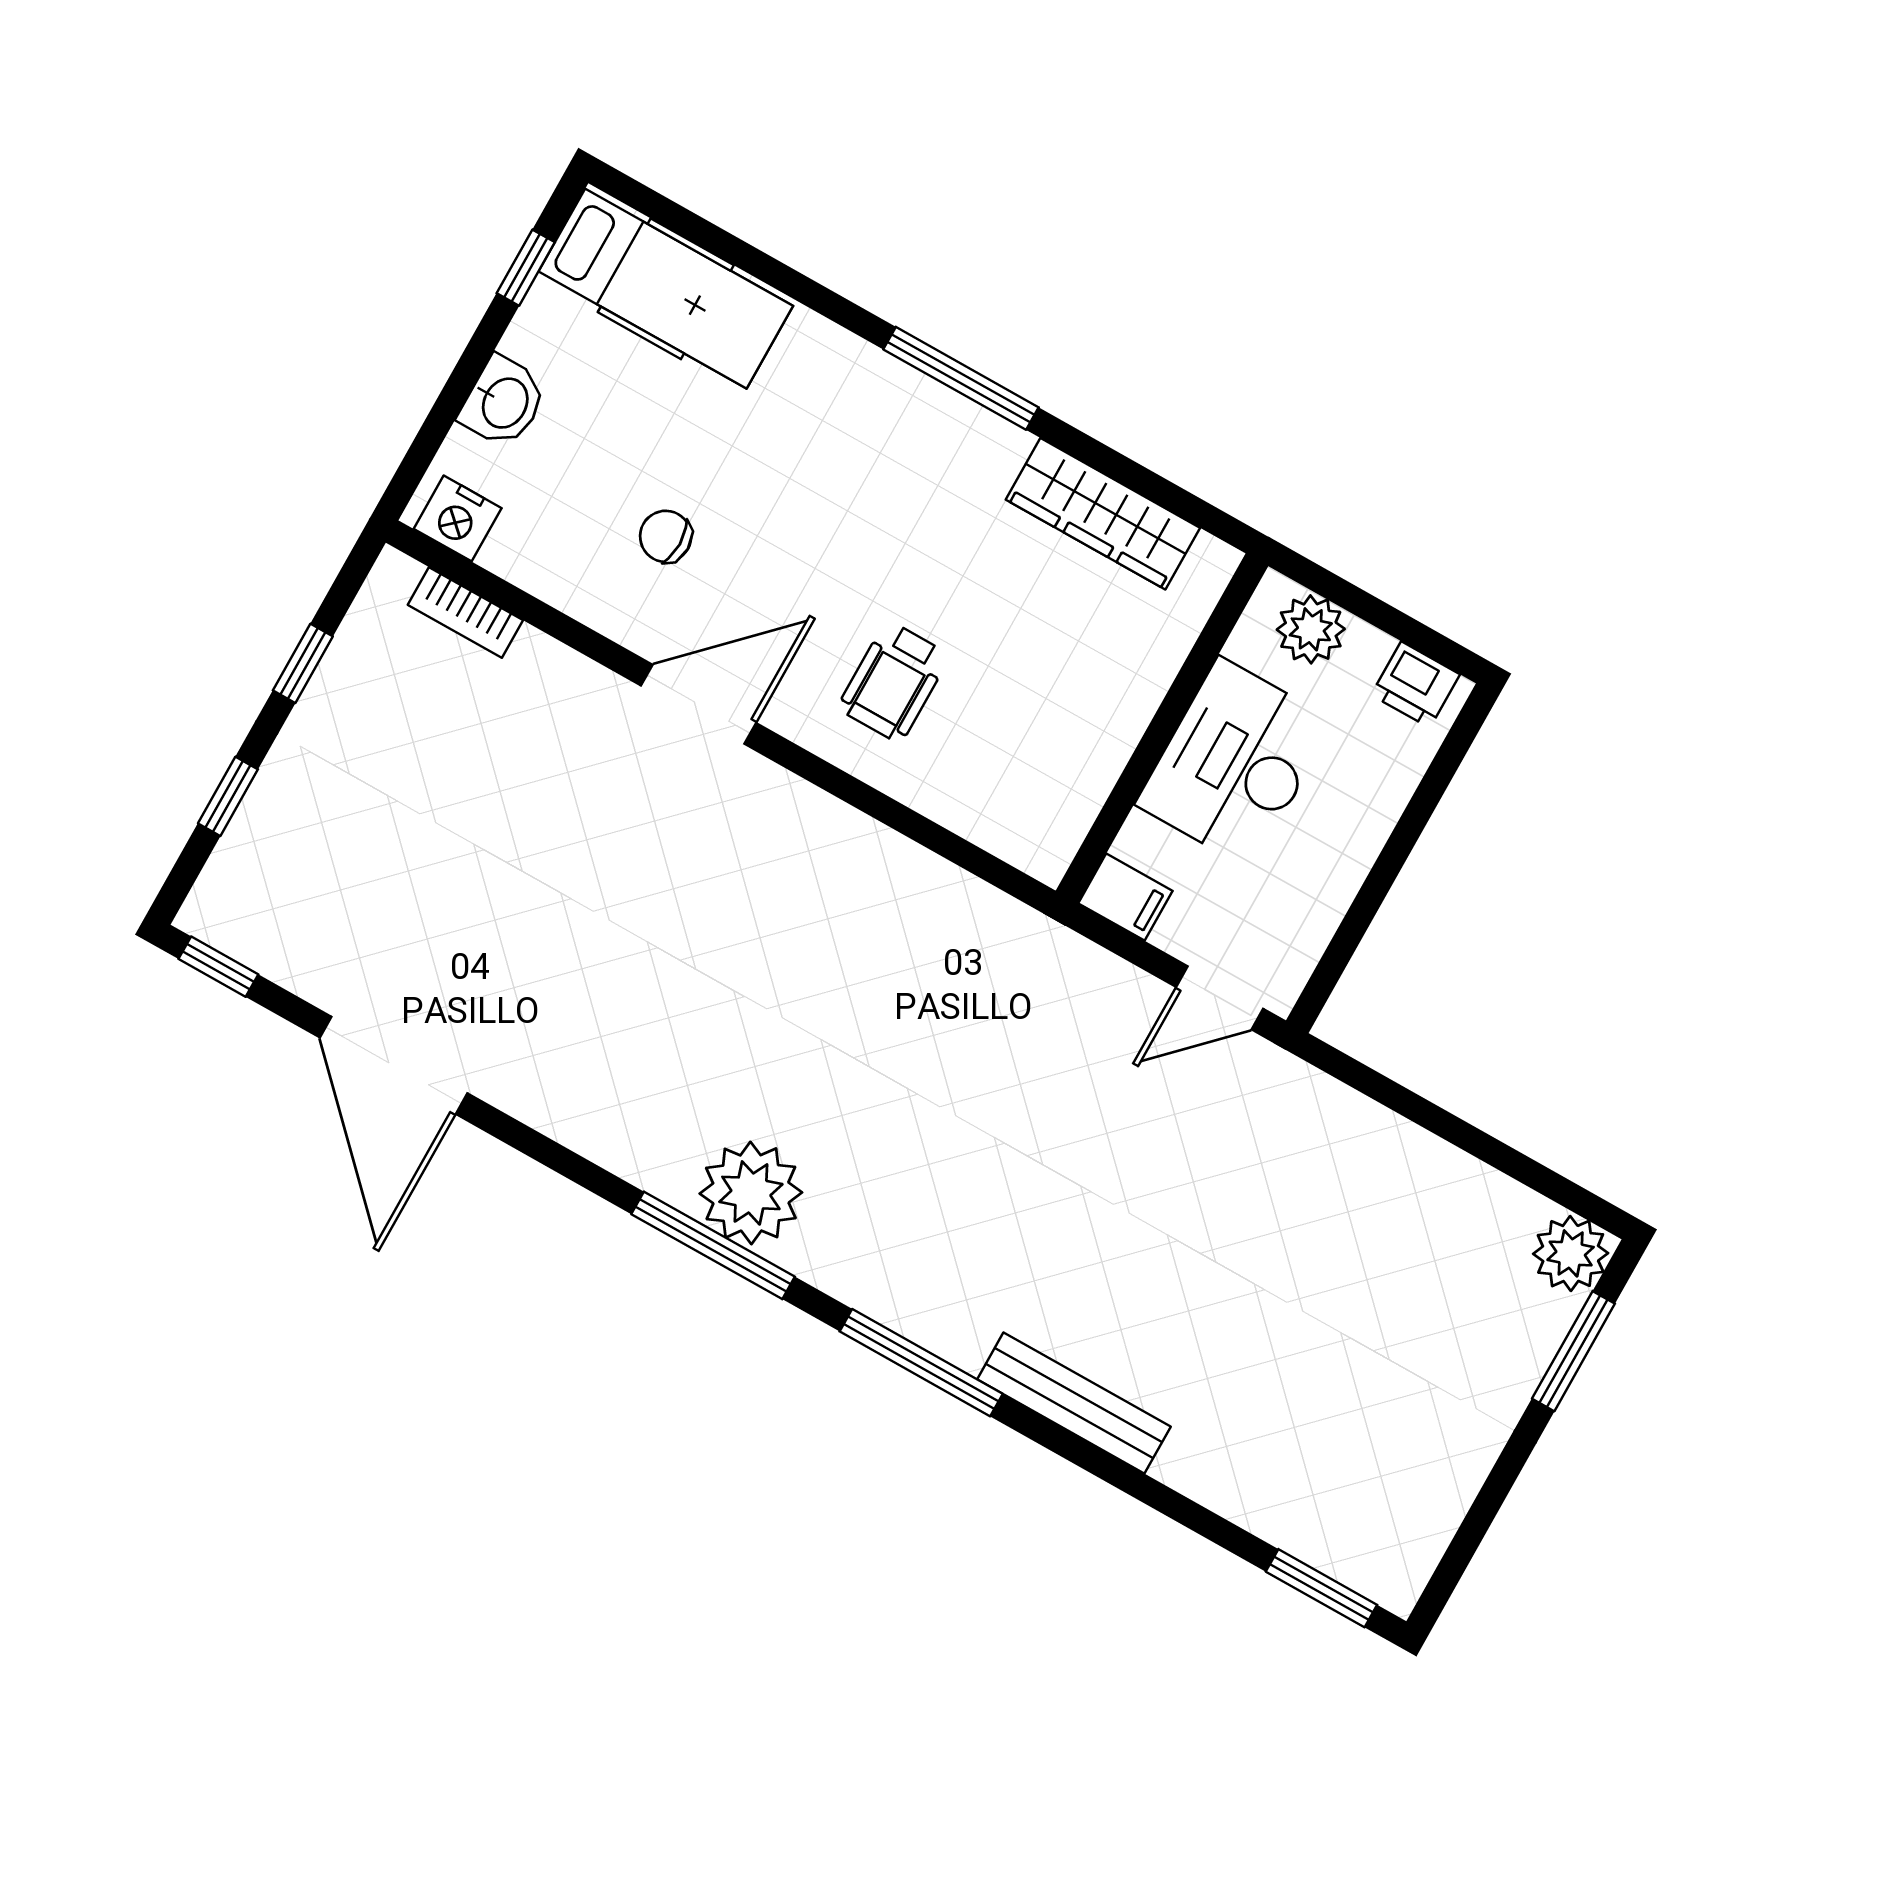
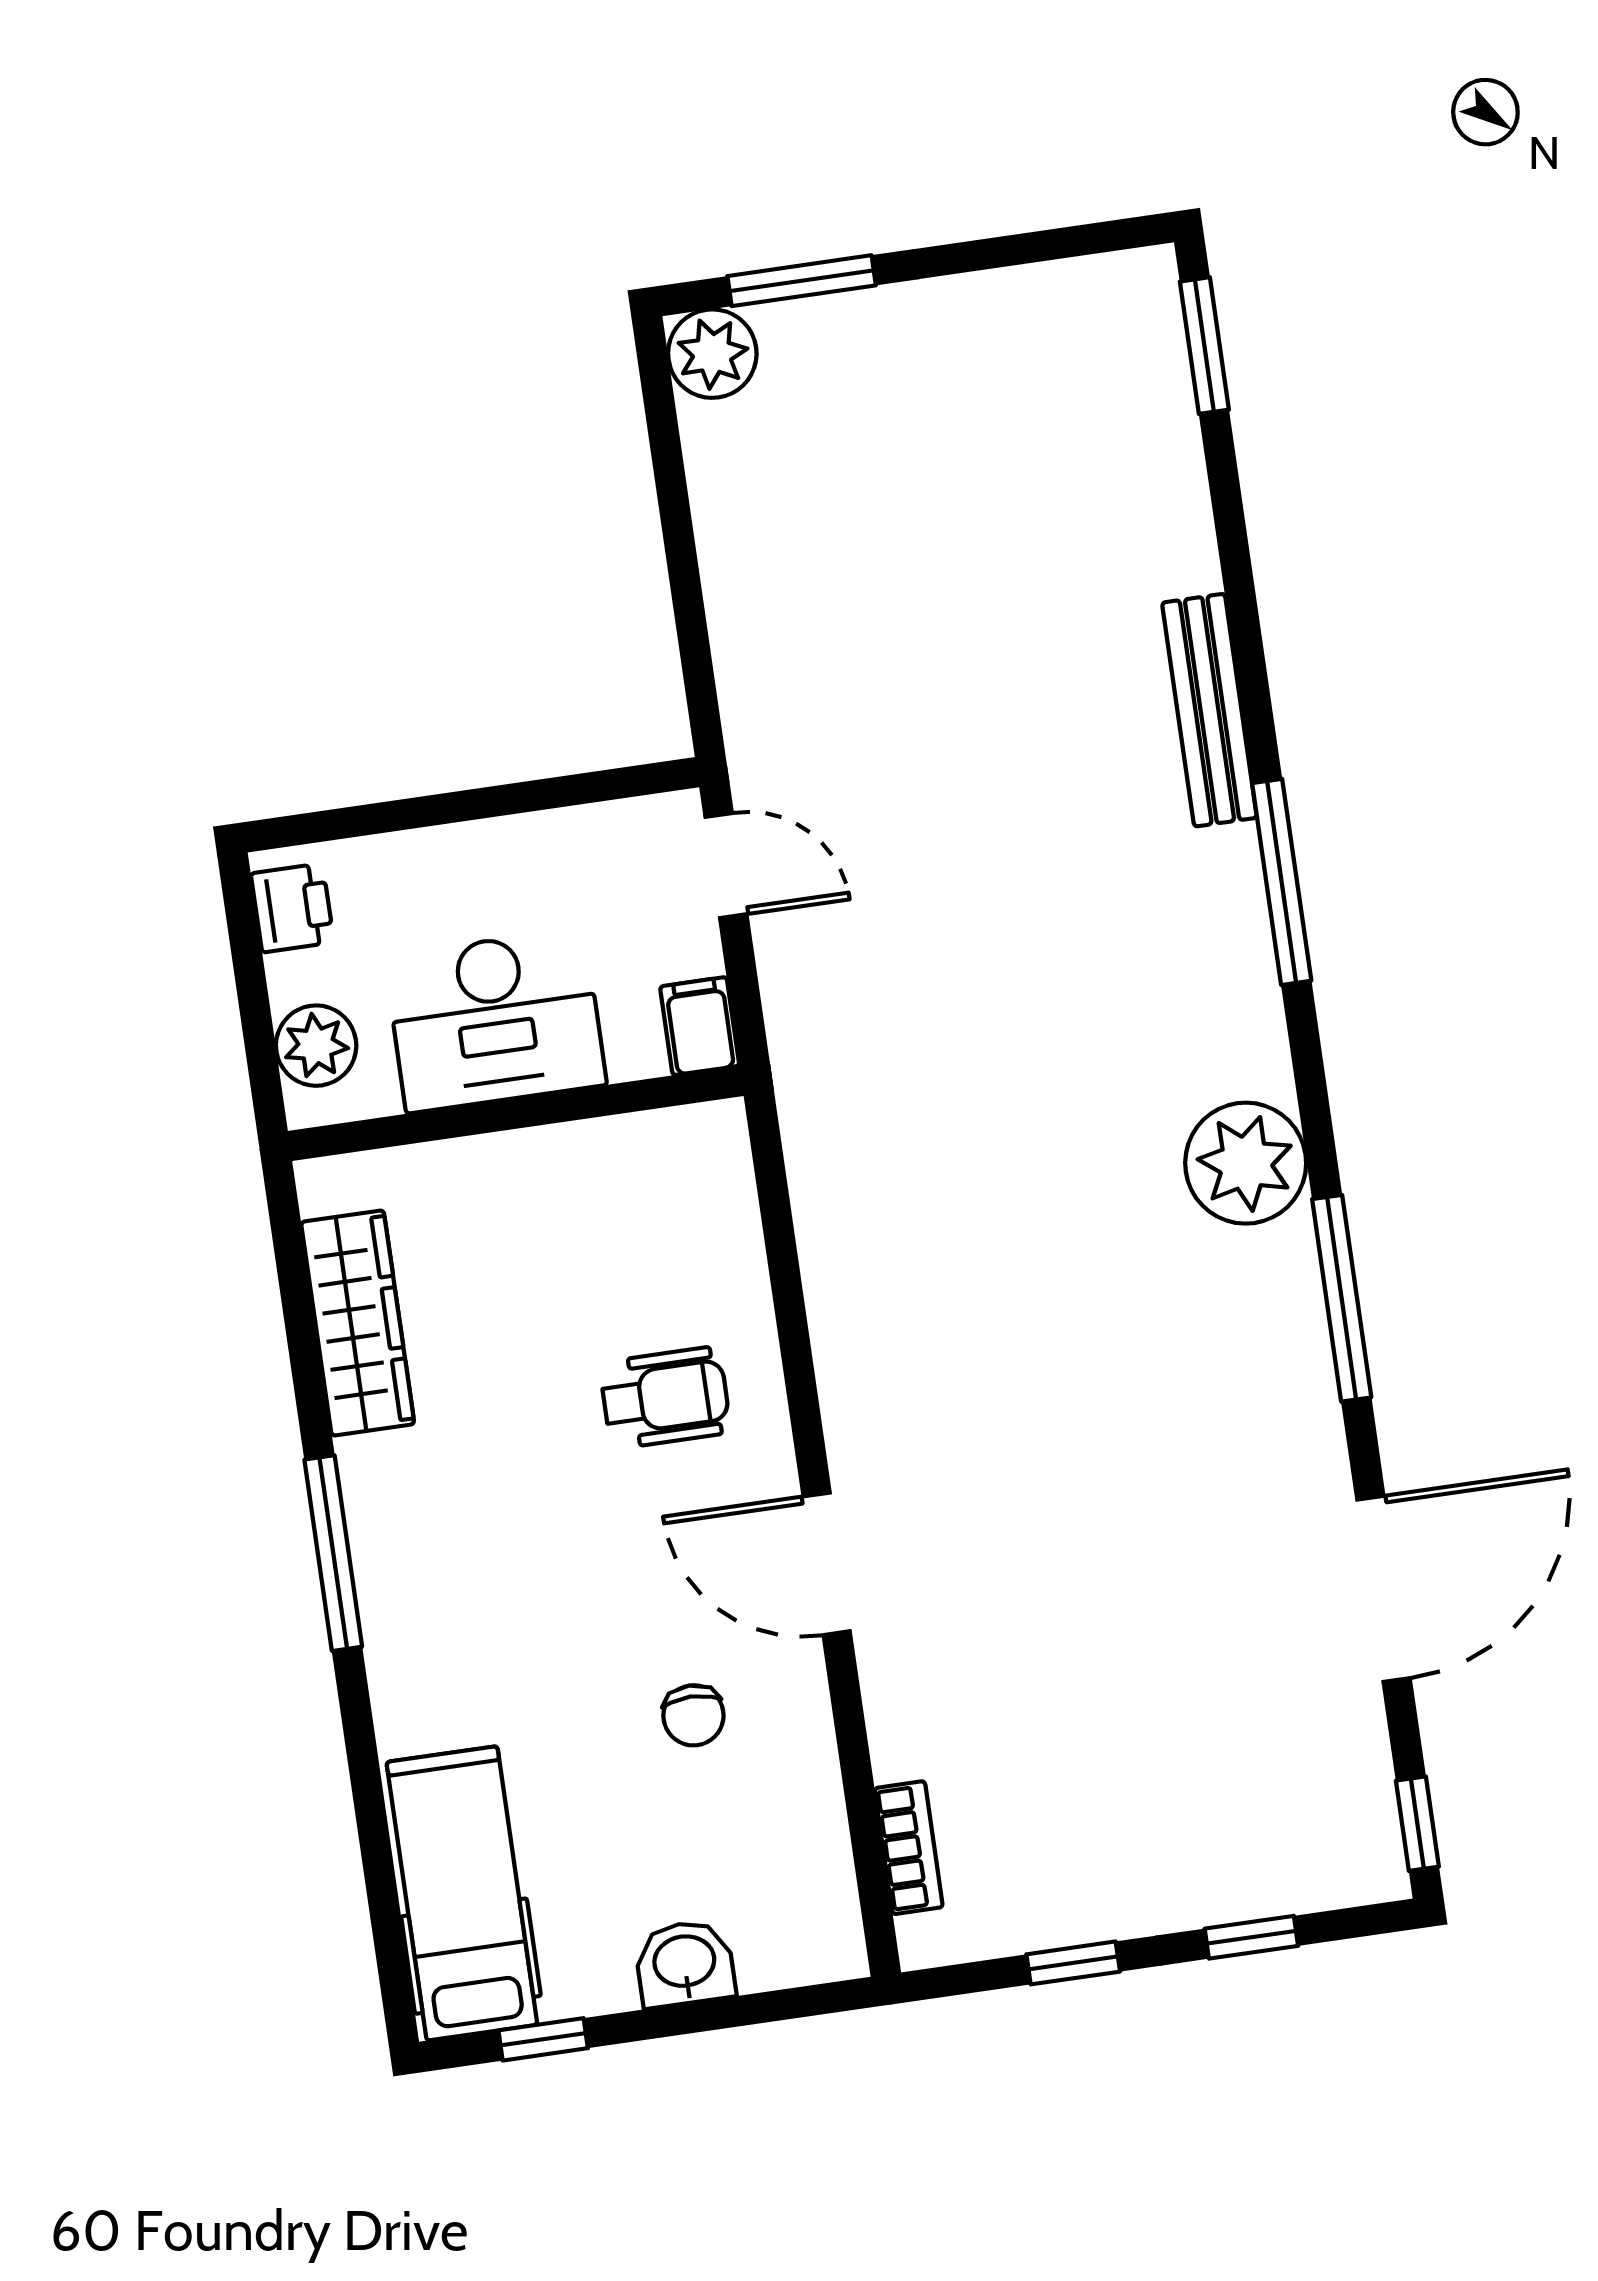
nightstand: (458, 518) -> (826, 1923), removed
window: (713, 1245) -> (1342, 1298), moved

